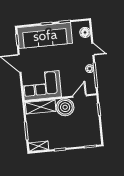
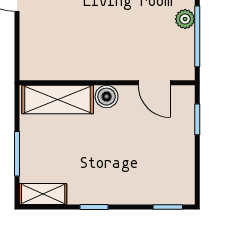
corner sofa: (42, 85) -> (65, 48), removed
door: (80, 96) -> (154, 83), swing flipped
boiler: (65, 107) -> (107, 97), width x0.54, depth x0.54

